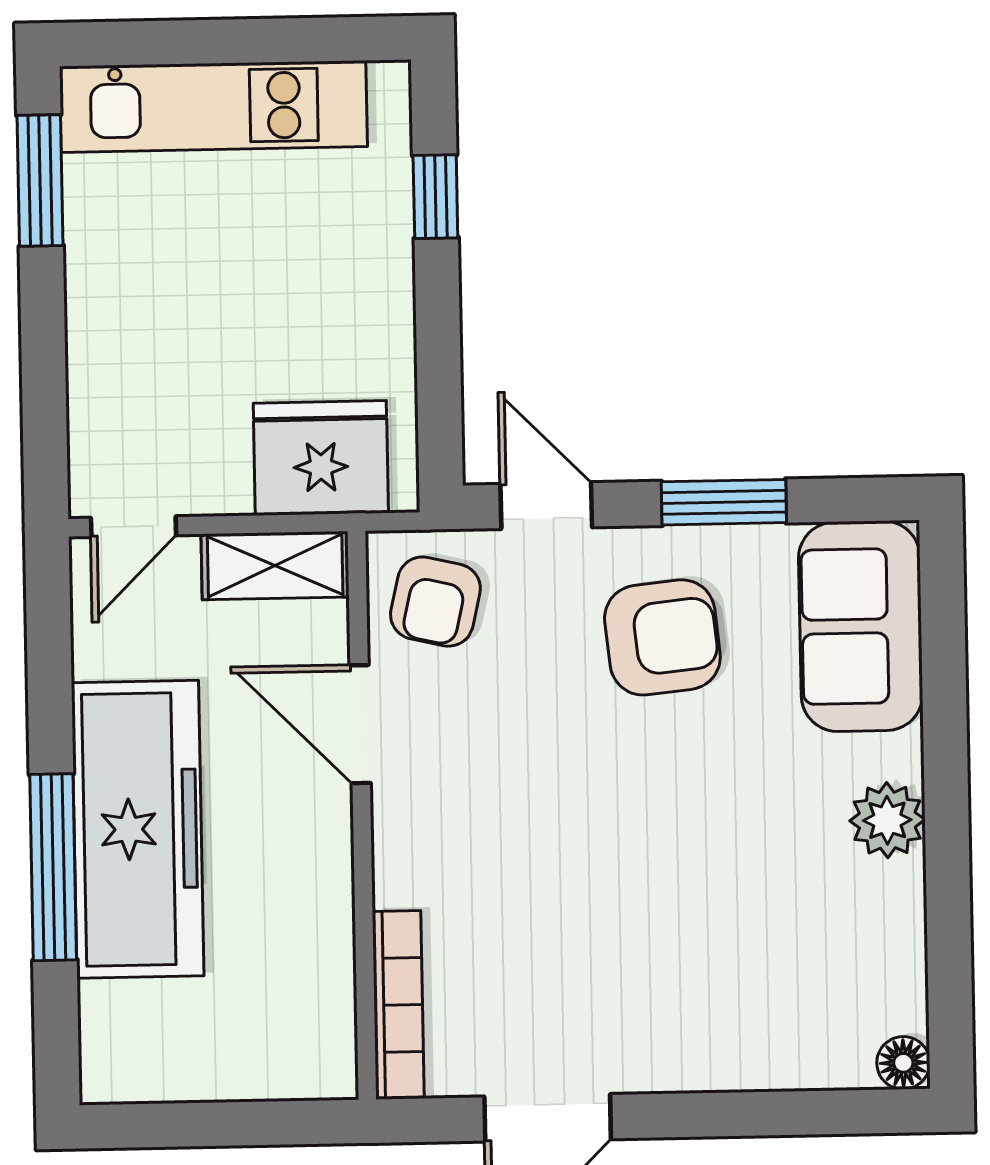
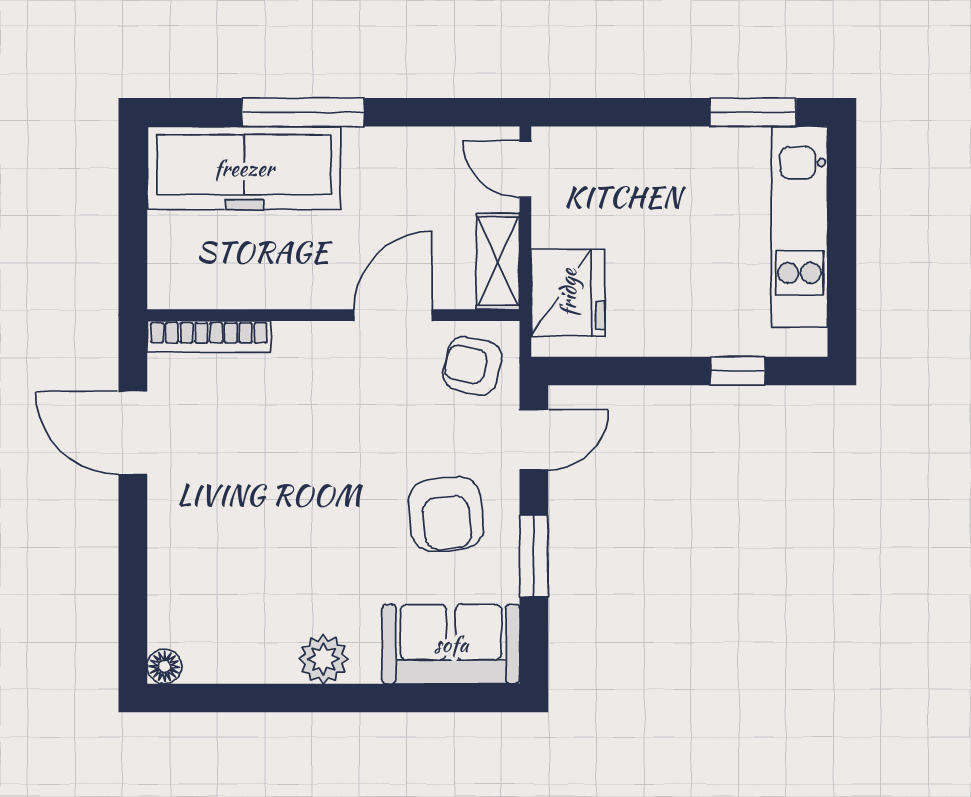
freezer: (138, 829) -> (244, 168), moved

